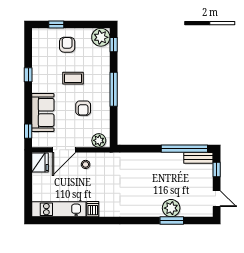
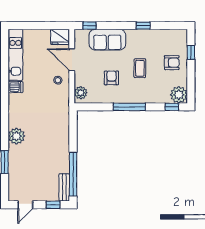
armchair: (83, 108) -> (111, 78), turned 90
plant: (171, 208) -> (16, 136), moved

